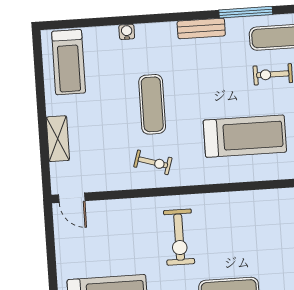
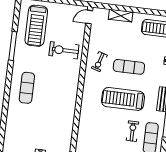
treadmill: (245, 136) -> (123, 99), moved, turned 90
exercise bike: (179, 237) -> (64, 50), moved

